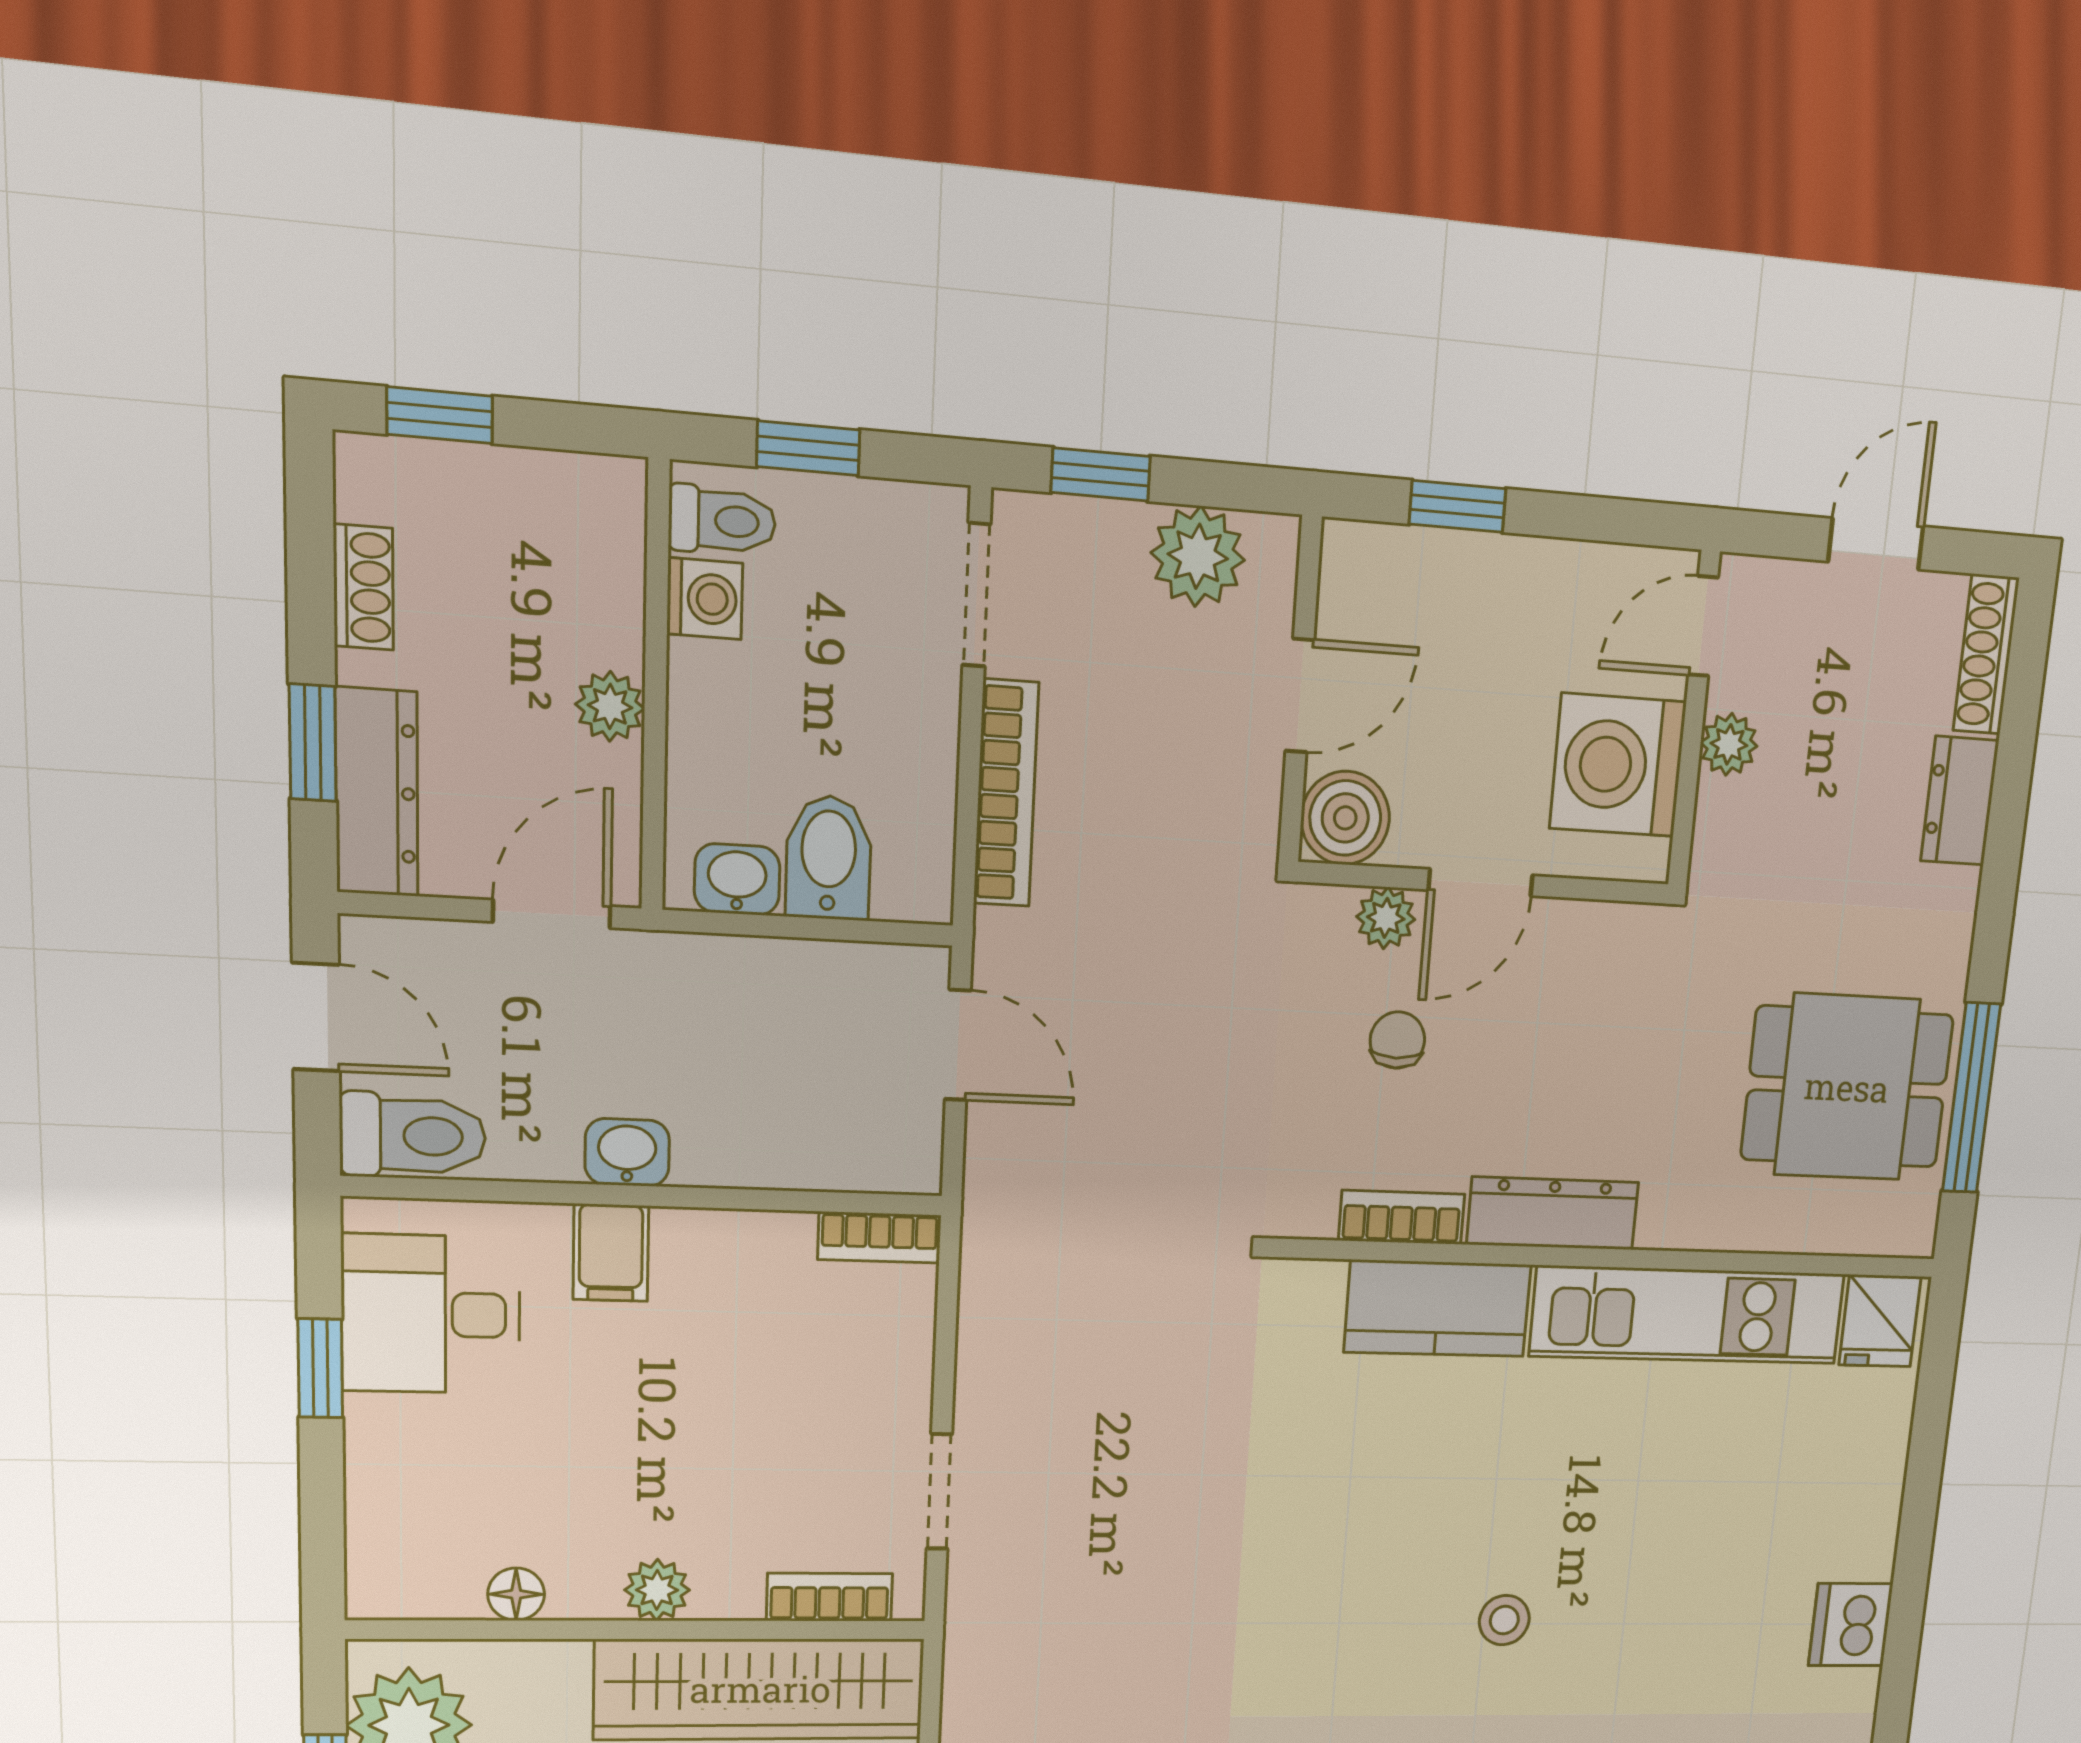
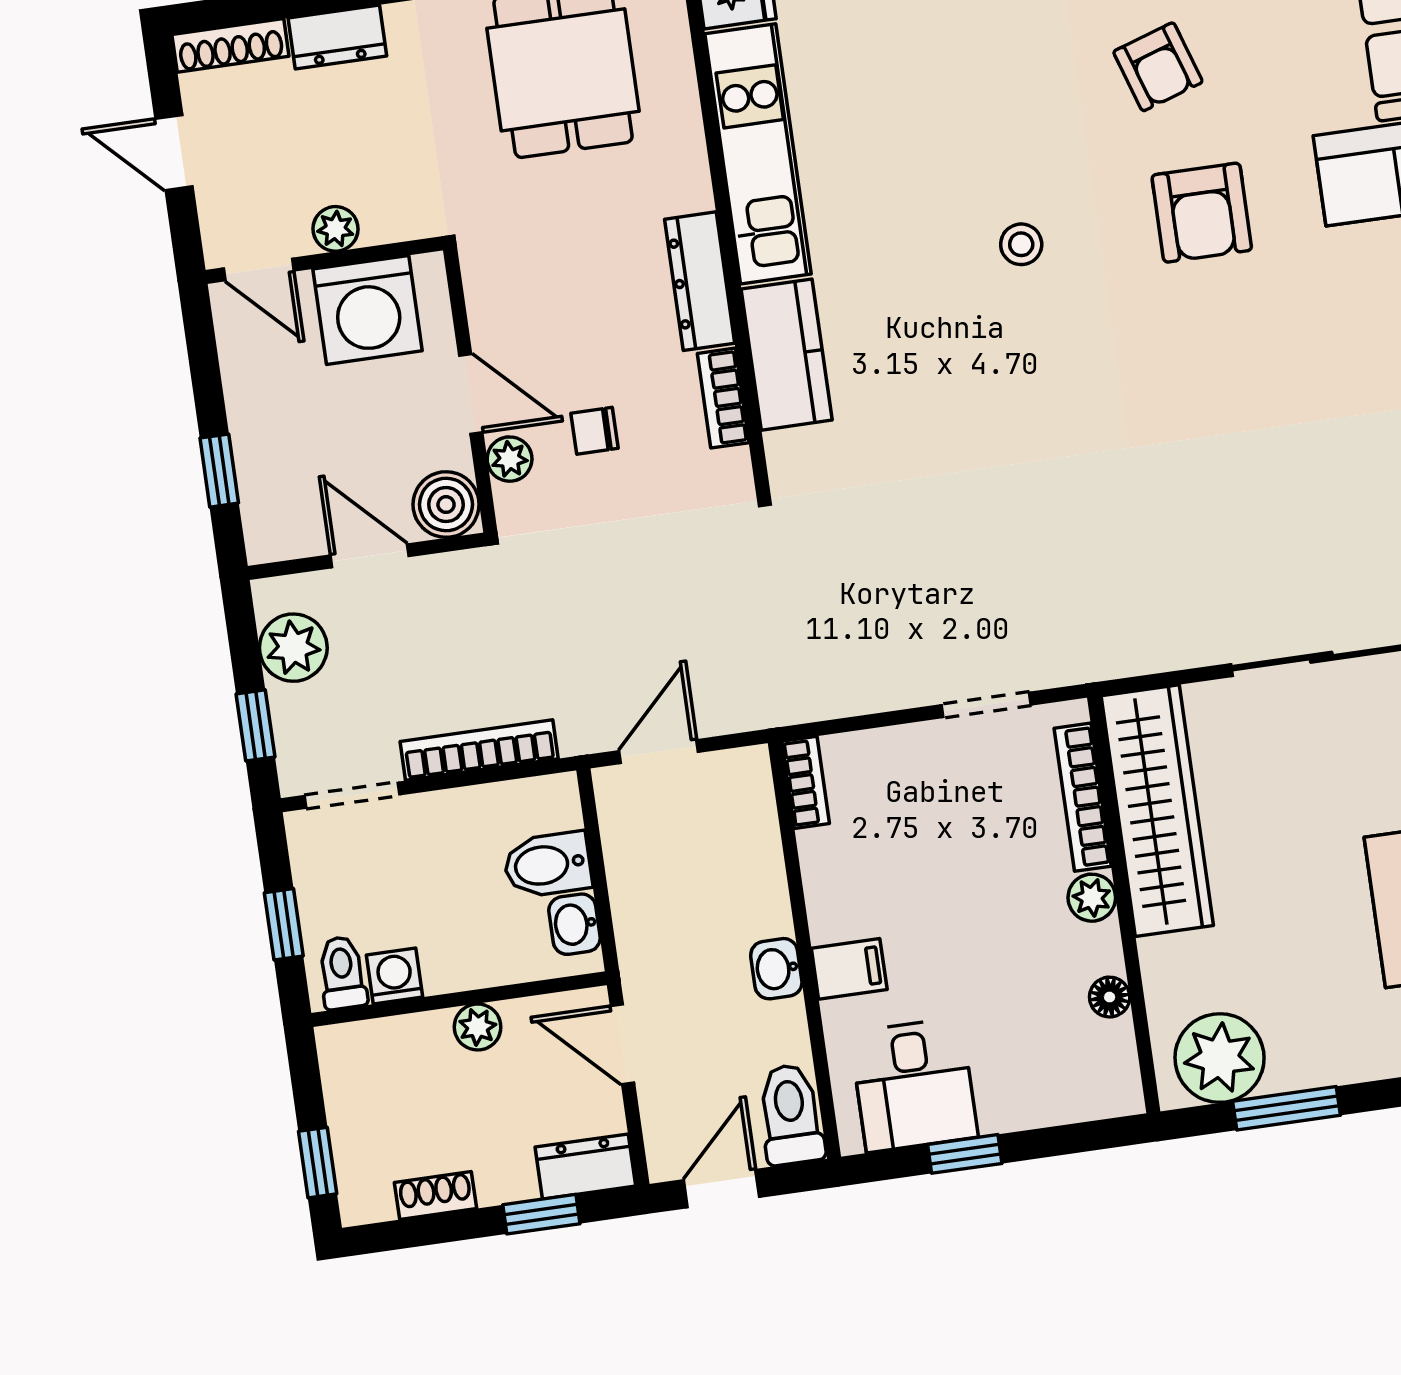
dresser: (377, 792) -> (585, 1167), width x0.70
bookcase: (830, 1597) -> (1083, 797), width x1.56

